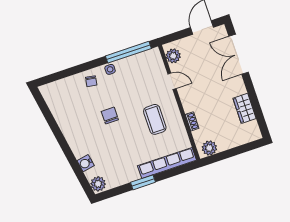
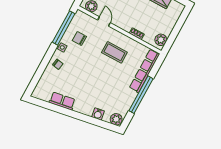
door: (172, 81) -> (104, 21), hinge flipped
chair: (110, 116) -> (79, 38), moved
row of seats: (63, 120) -> (62, 101), added
window: (143, 182) -> (141, 95), width x2.11

